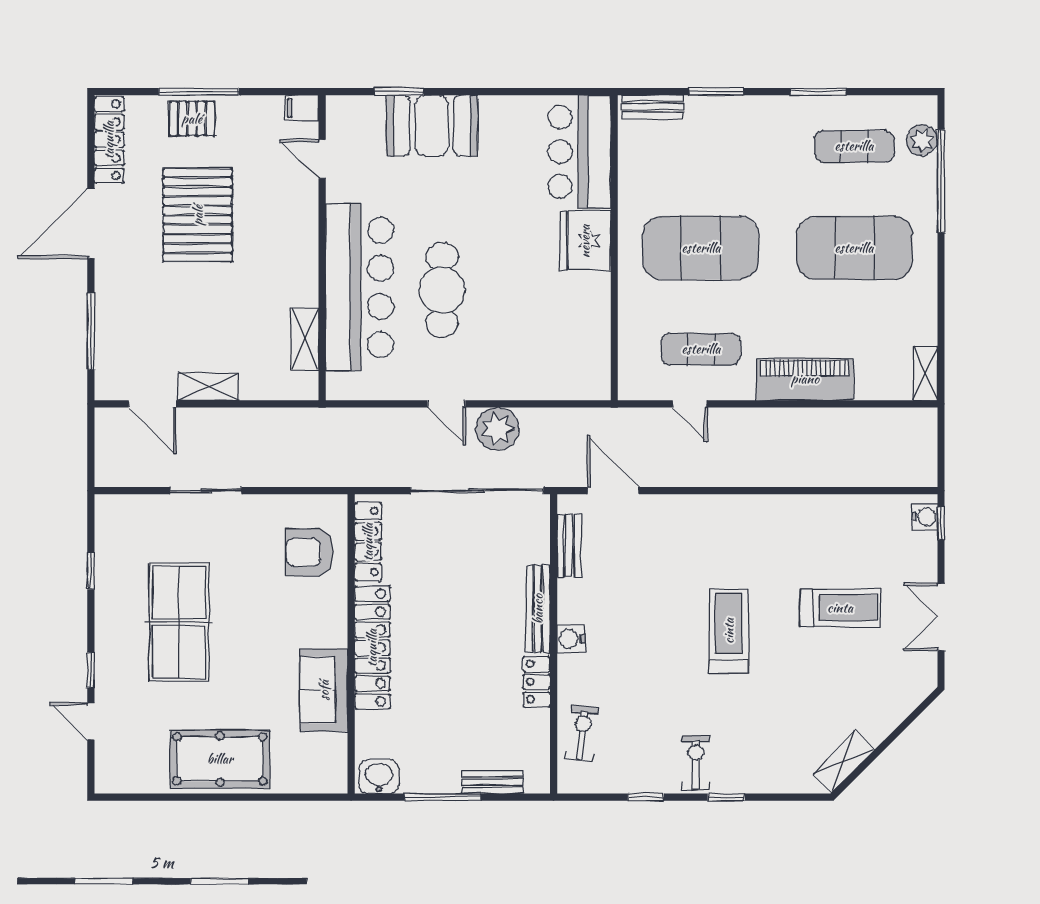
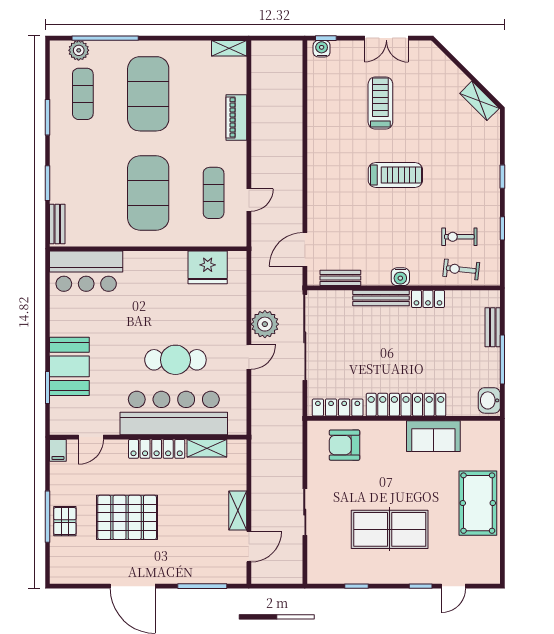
locker: (109, 140) -> (157, 449), moved, turned 180
fridge: (585, 241) -> (208, 267), moved
piano: (805, 379) -> (236, 117), width x0.73, depth x0.75
armchair: (310, 552) -> (344, 445), turned 90
treadmill: (729, 631) -> (395, 175), turned 180
exercise bike: (696, 762) -> (459, 237), moved

